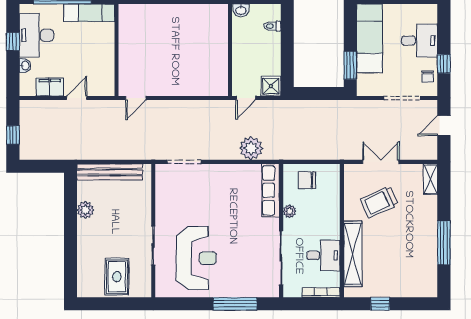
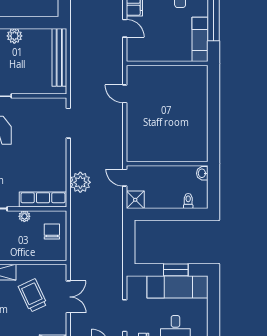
window: (350, 65) -> (176, 270), moved
door: (136, 98) -> (125, 94), moved
plant: (85, 210) -> (14, 36), moved

